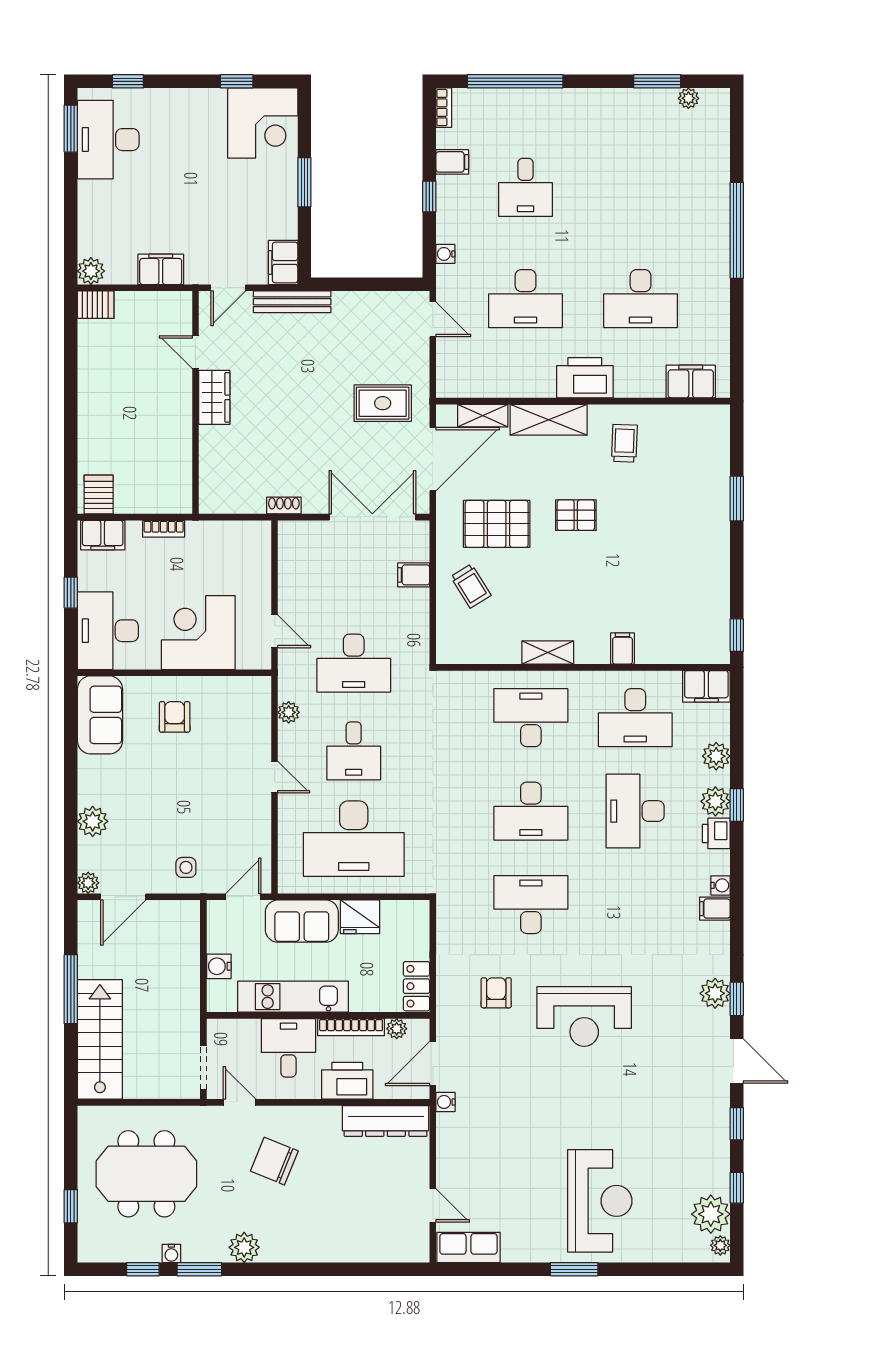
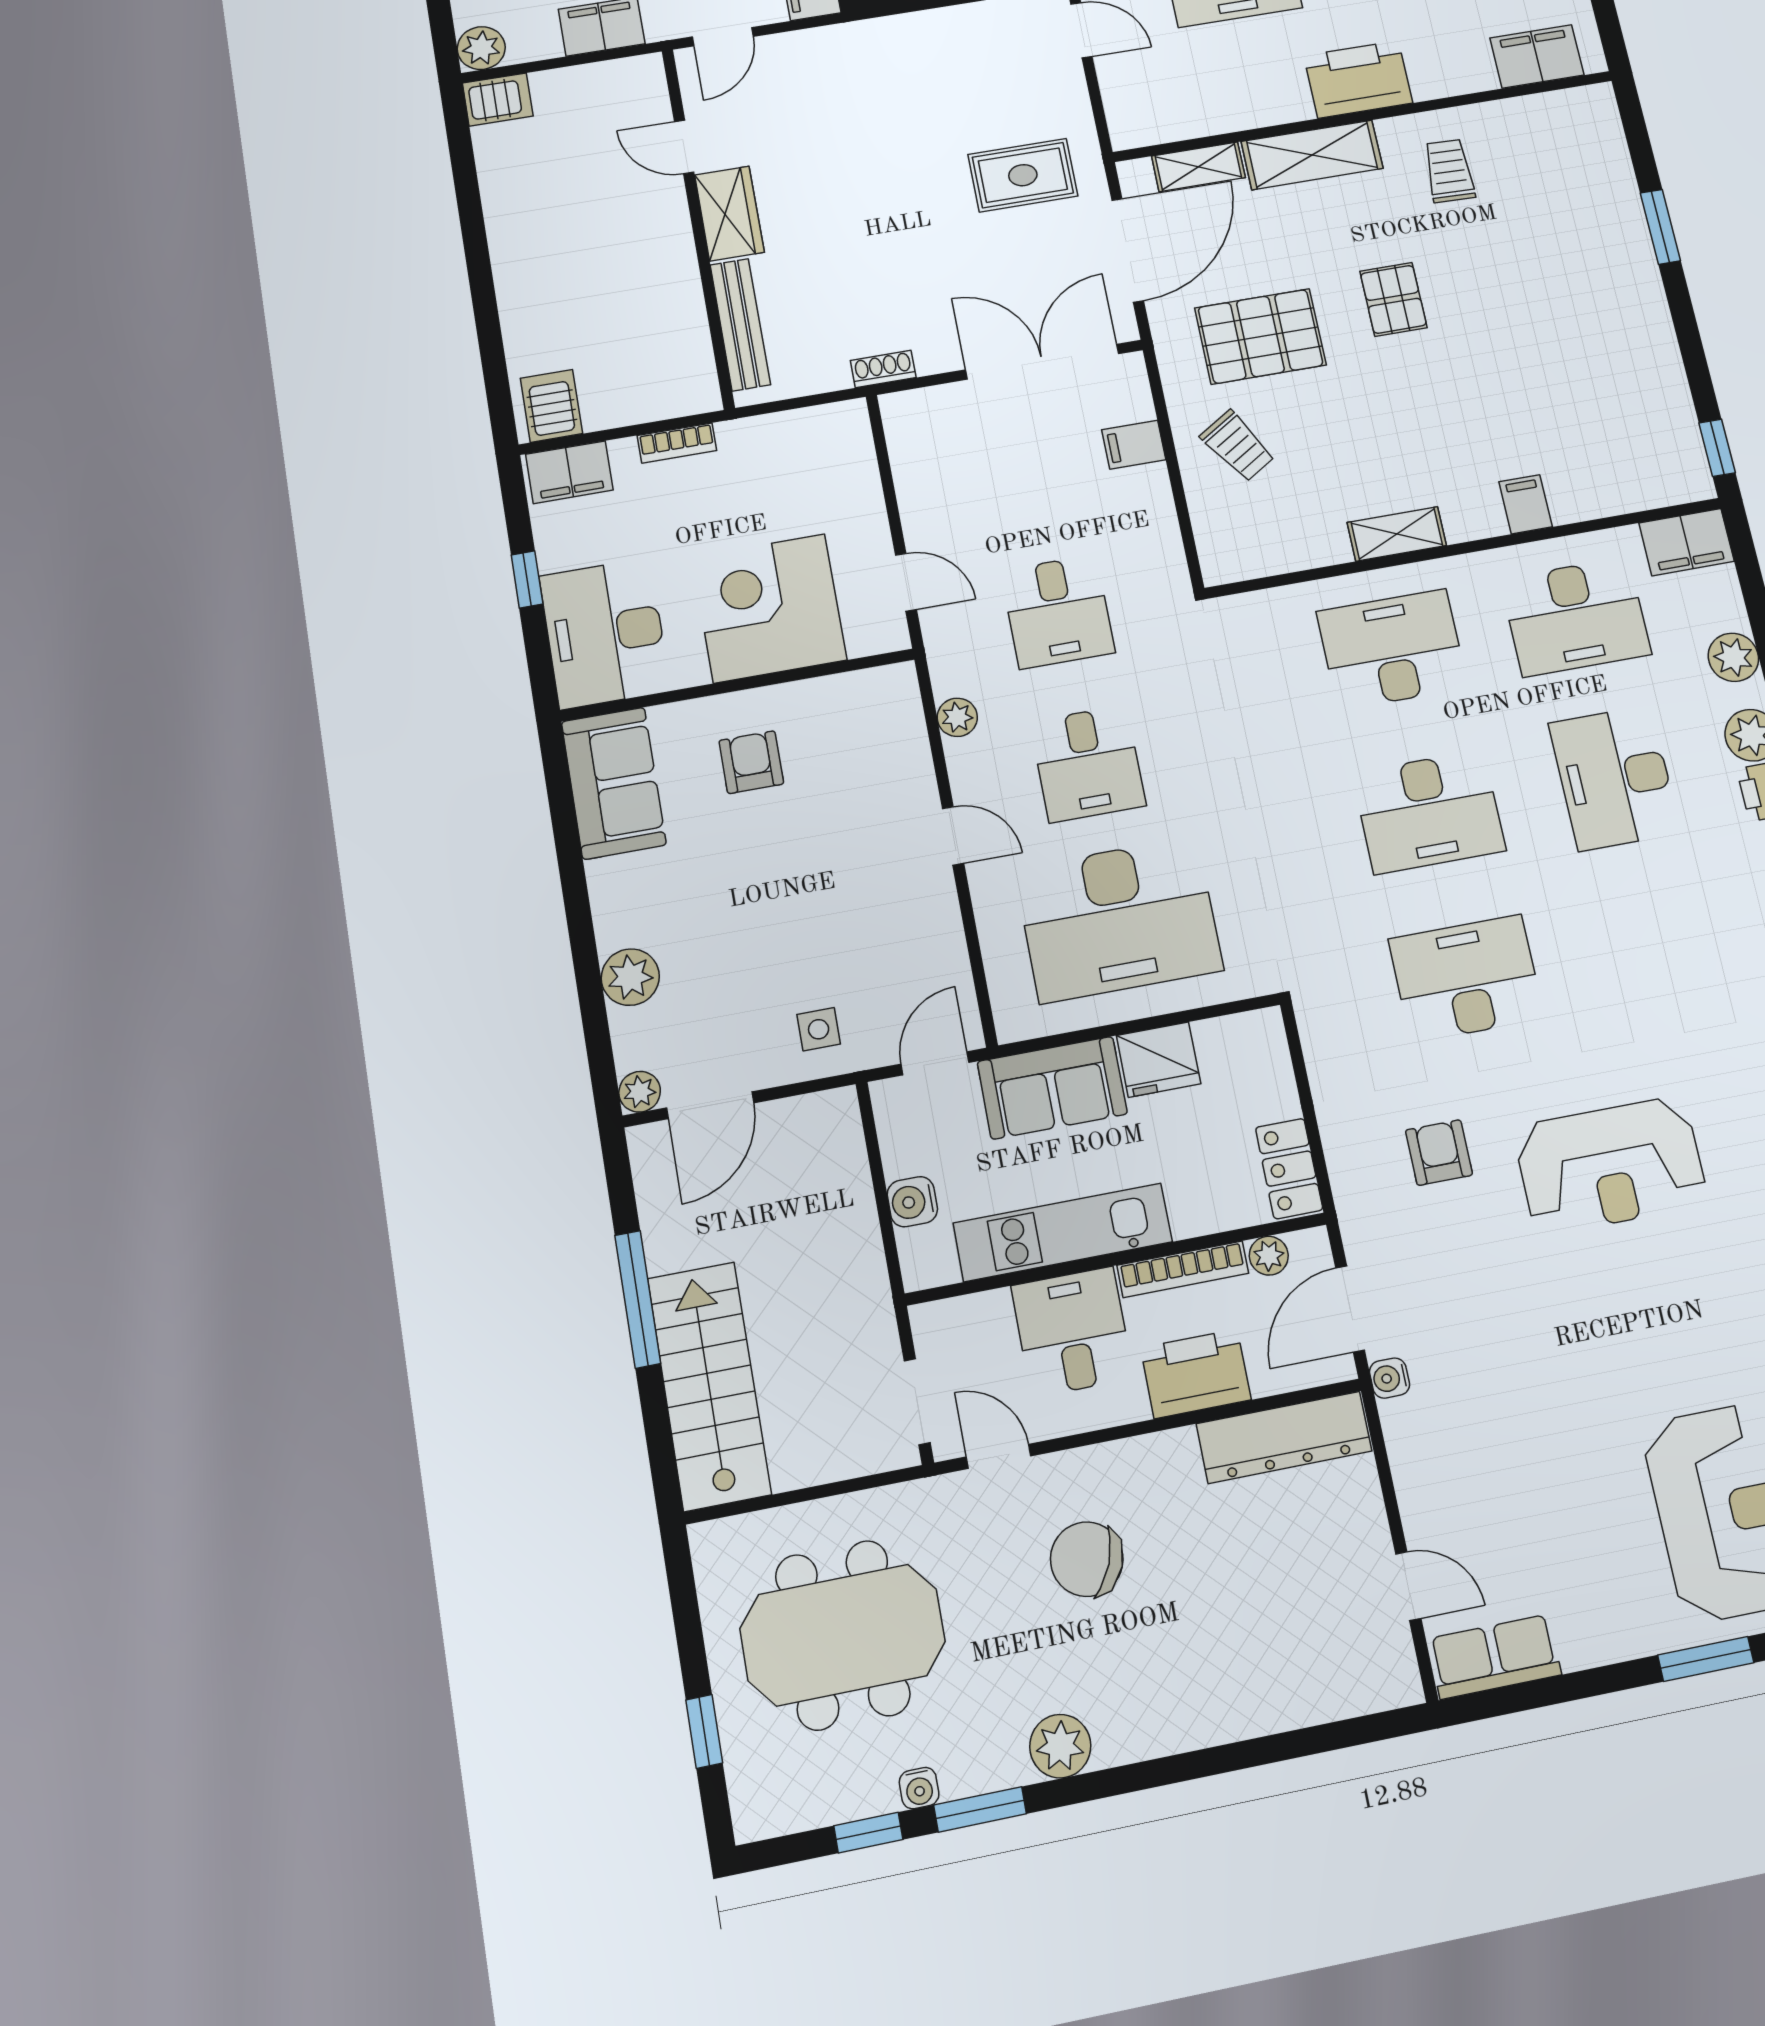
bench: (292, 302) -> (740, 325), moved, turned 90
pallet: (576, 515) -> (1393, 299), turned 90
desk: (354, 663) -> (1058, 612), width x0.73

